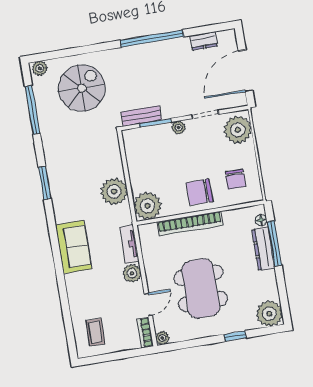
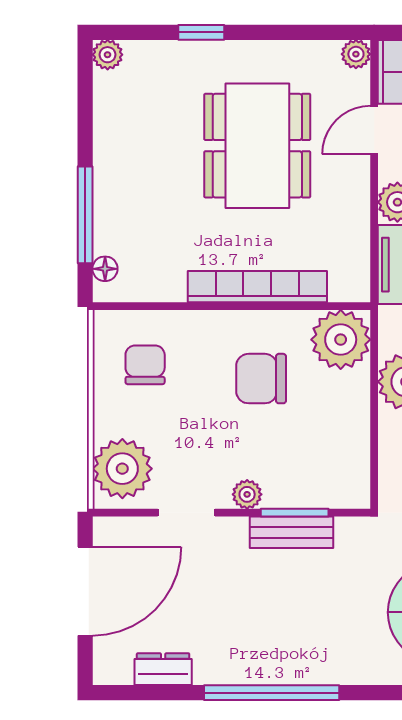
bench: (141, 116) -> (291, 532), moved
chair: (199, 192) -> (261, 379), moved, turned 180
dresser: (263, 249) -> (110, 208), removed
plant: (269, 314) -> (108, 55), width x0.53, depth x0.53

